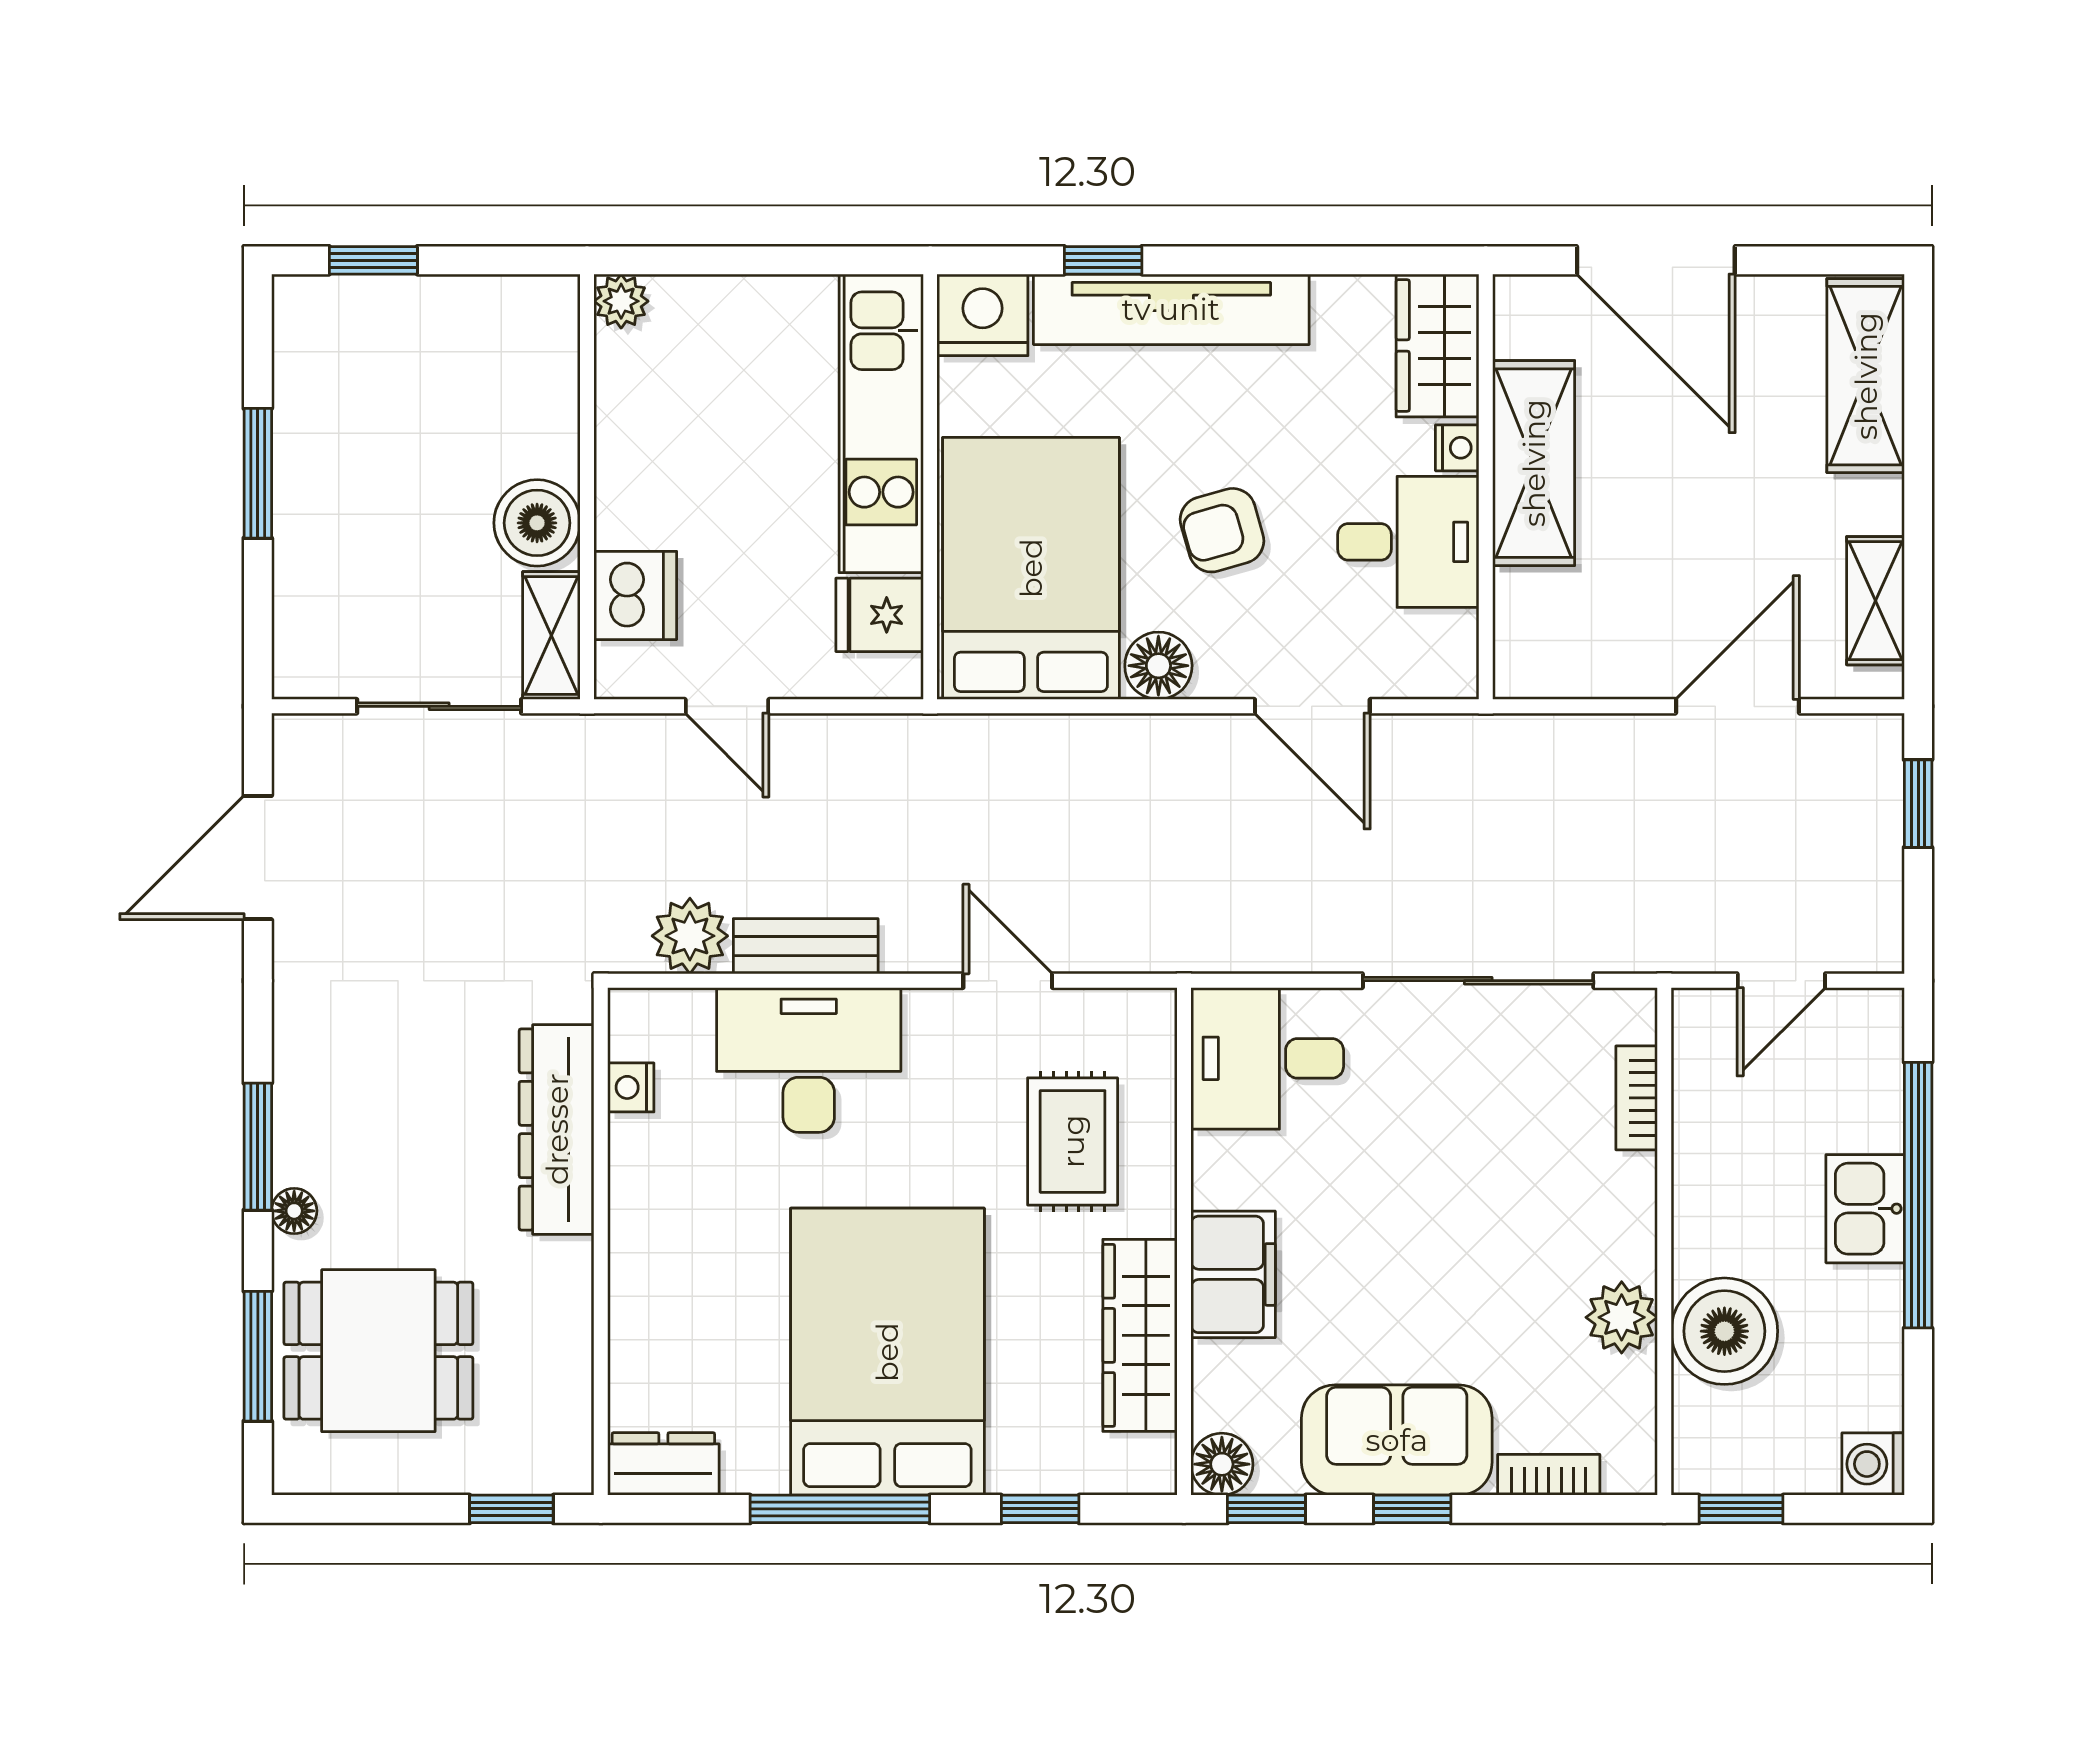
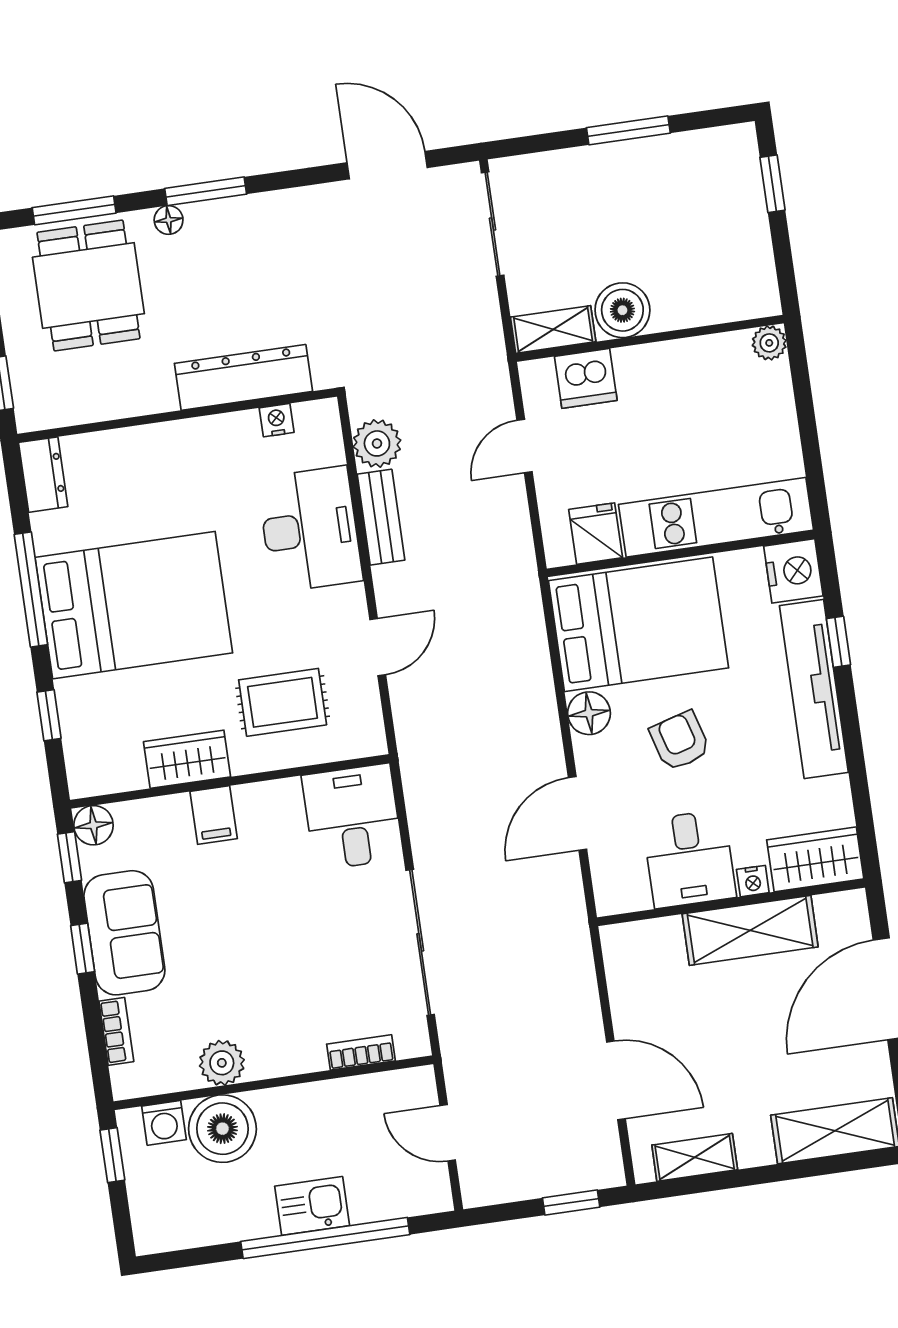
sliding door: (439, 706) -> (493, 224), moved
filing cabinet: (1233, 1274) -> (214, 815), width x0.50
wardrobe: (1140, 1335) -> (187, 759), width x0.67
washing machine: (1873, 1464) -> (164, 1123), moved, turned 180

